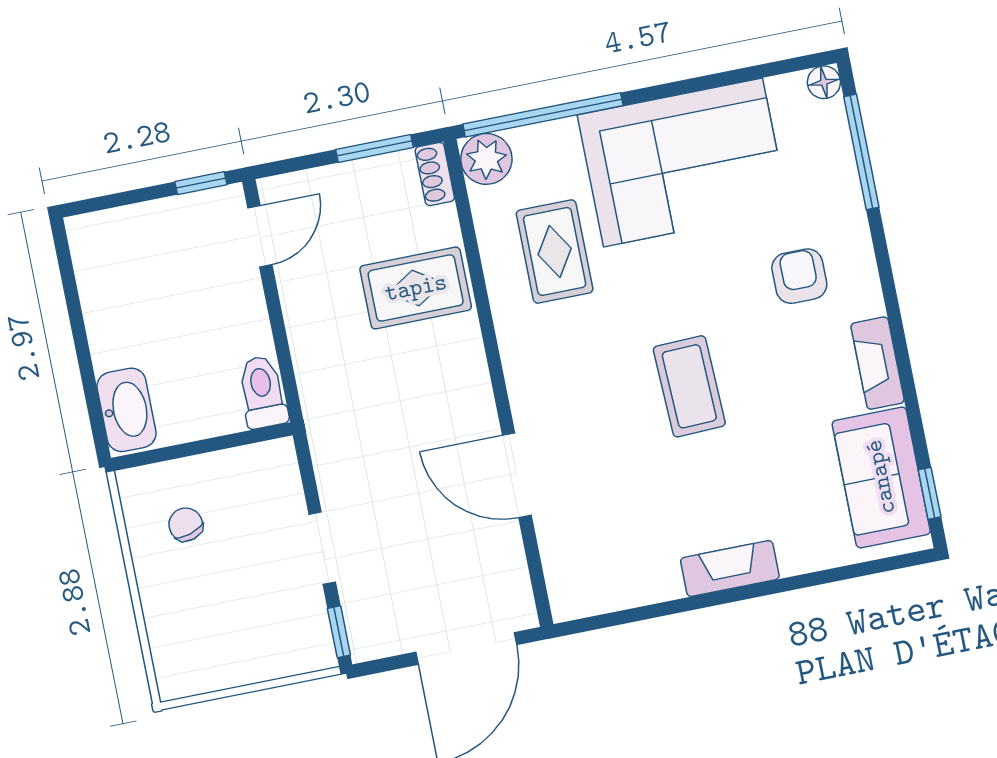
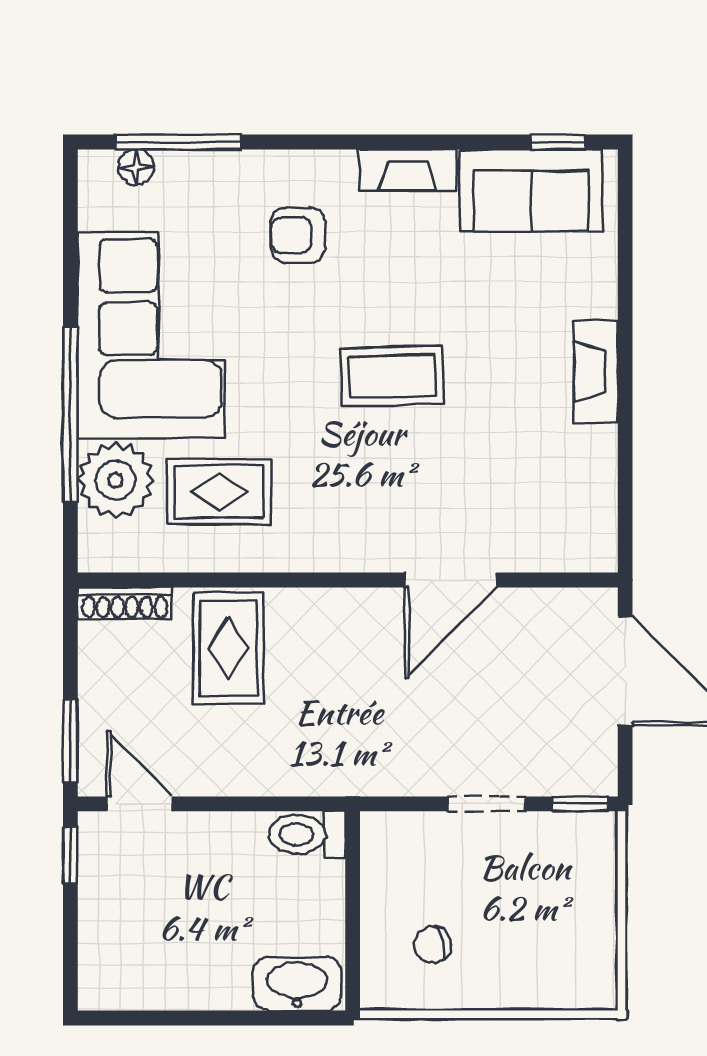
floor lamp: (824, 82) -> (136, 167), moved
window: (543, 115) -> (70, 414), moved
window: (375, 148) -> (70, 741), moved
plant: (486, 159) -> (116, 480), moved, width x1.36, depth x1.36
shoe rack: (435, 174) -> (125, 603), width x1.43

